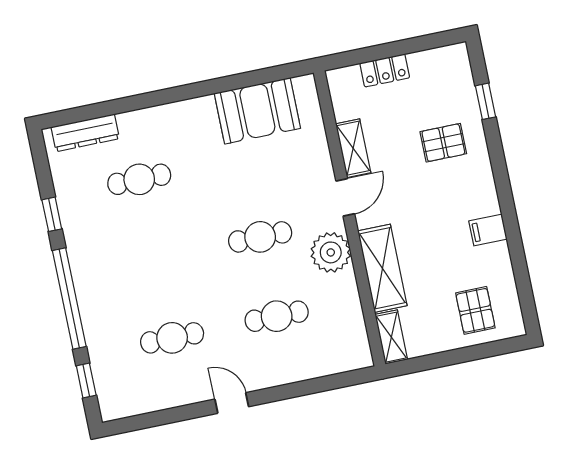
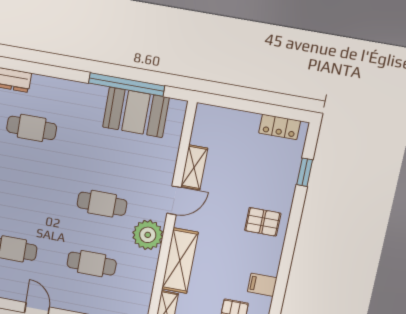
locker: (385, 70) -> (280, 127), moved
window: (233, 82) -> (127, 84), added
pallet: (443, 143) -> (263, 222), moved
filing cabinet: (488, 230) -> (262, 285), moved

